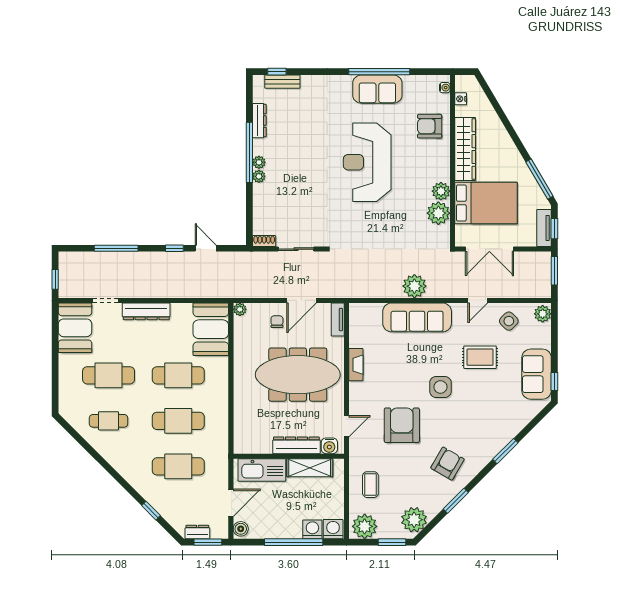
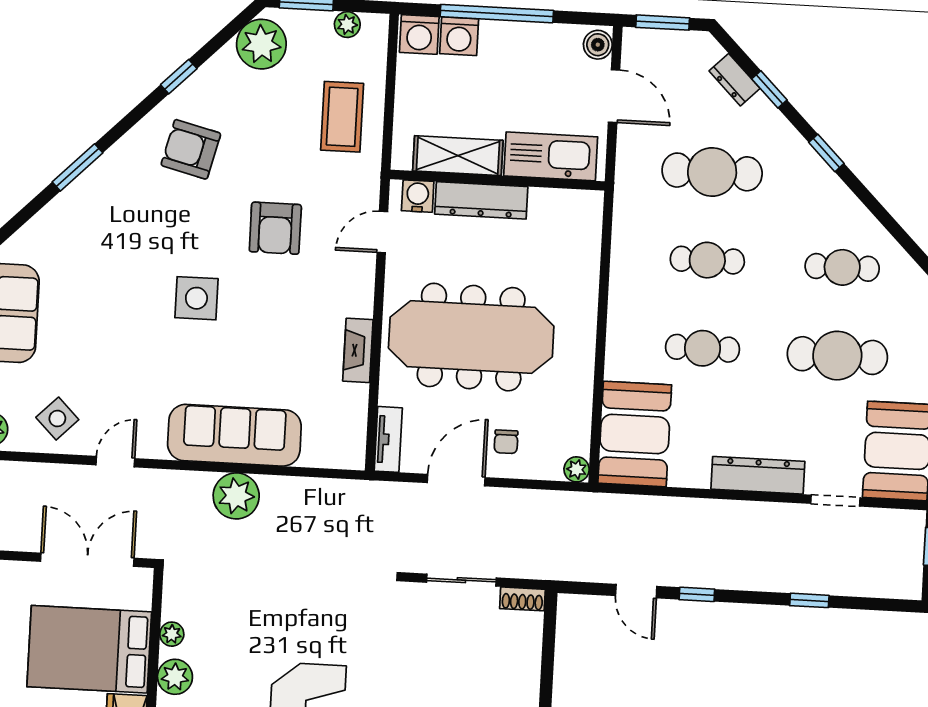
plant: (438, 213) -> (172, 634), width x0.53, depth x0.53
window: (116, 248) -> (809, 600), width x0.46
rug: (480, 357) -> (117, 352), removed
cafe table: (178, 375) -> (703, 348), width x0.73, depth x0.74
cafe table: (178, 421) -> (707, 260), width x0.73, depth x0.74
armchair: (402, 425) -> (275, 228), width x0.73, depth x0.73
armchair: (447, 464) -> (191, 149), turned 74
window: (120, 479) -> (826, 153), added
coffee table: (370, 485) -> (342, 117), width x1.36, depth x1.30
window: (456, 501) -> (179, 77), width x0.67
door: (231, 503) -> (614, 96), swing flipped
plant: (365, 526) -> (347, 25), width x0.53, depth x0.53
dresser: (197, 532) -> (735, 80), moved, turned 45

